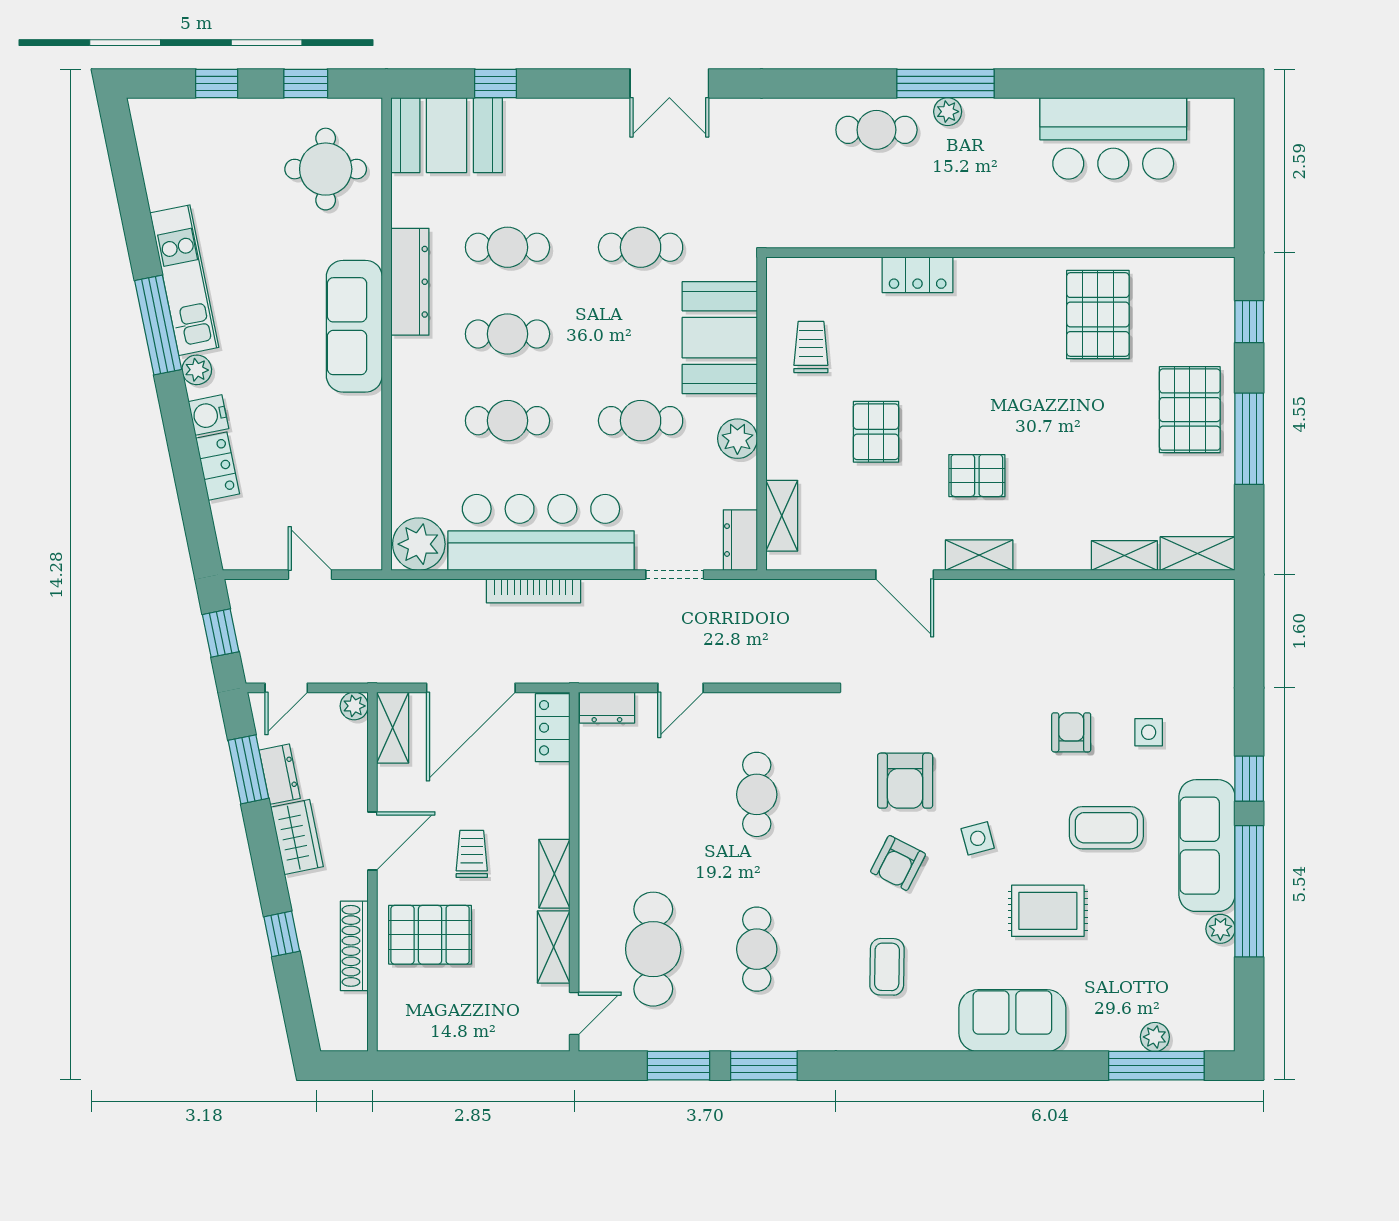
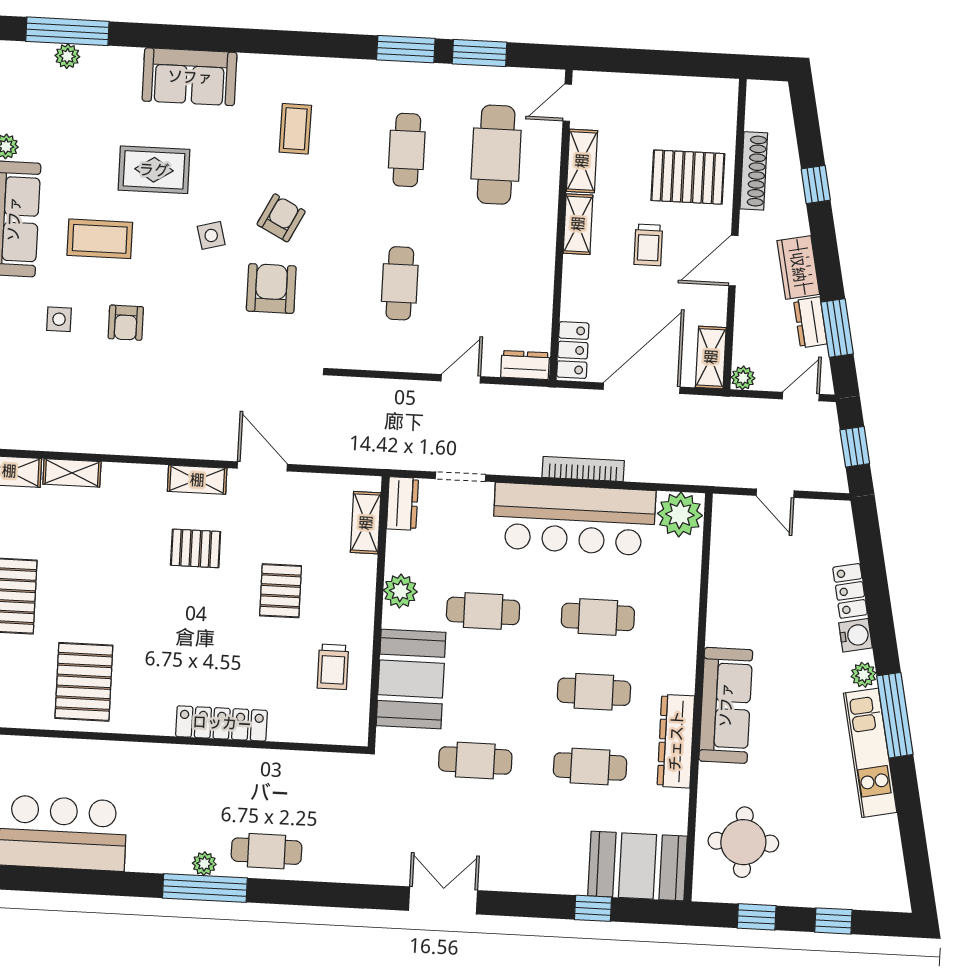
locker: (918, 275) -> (222, 723), width x1.53

